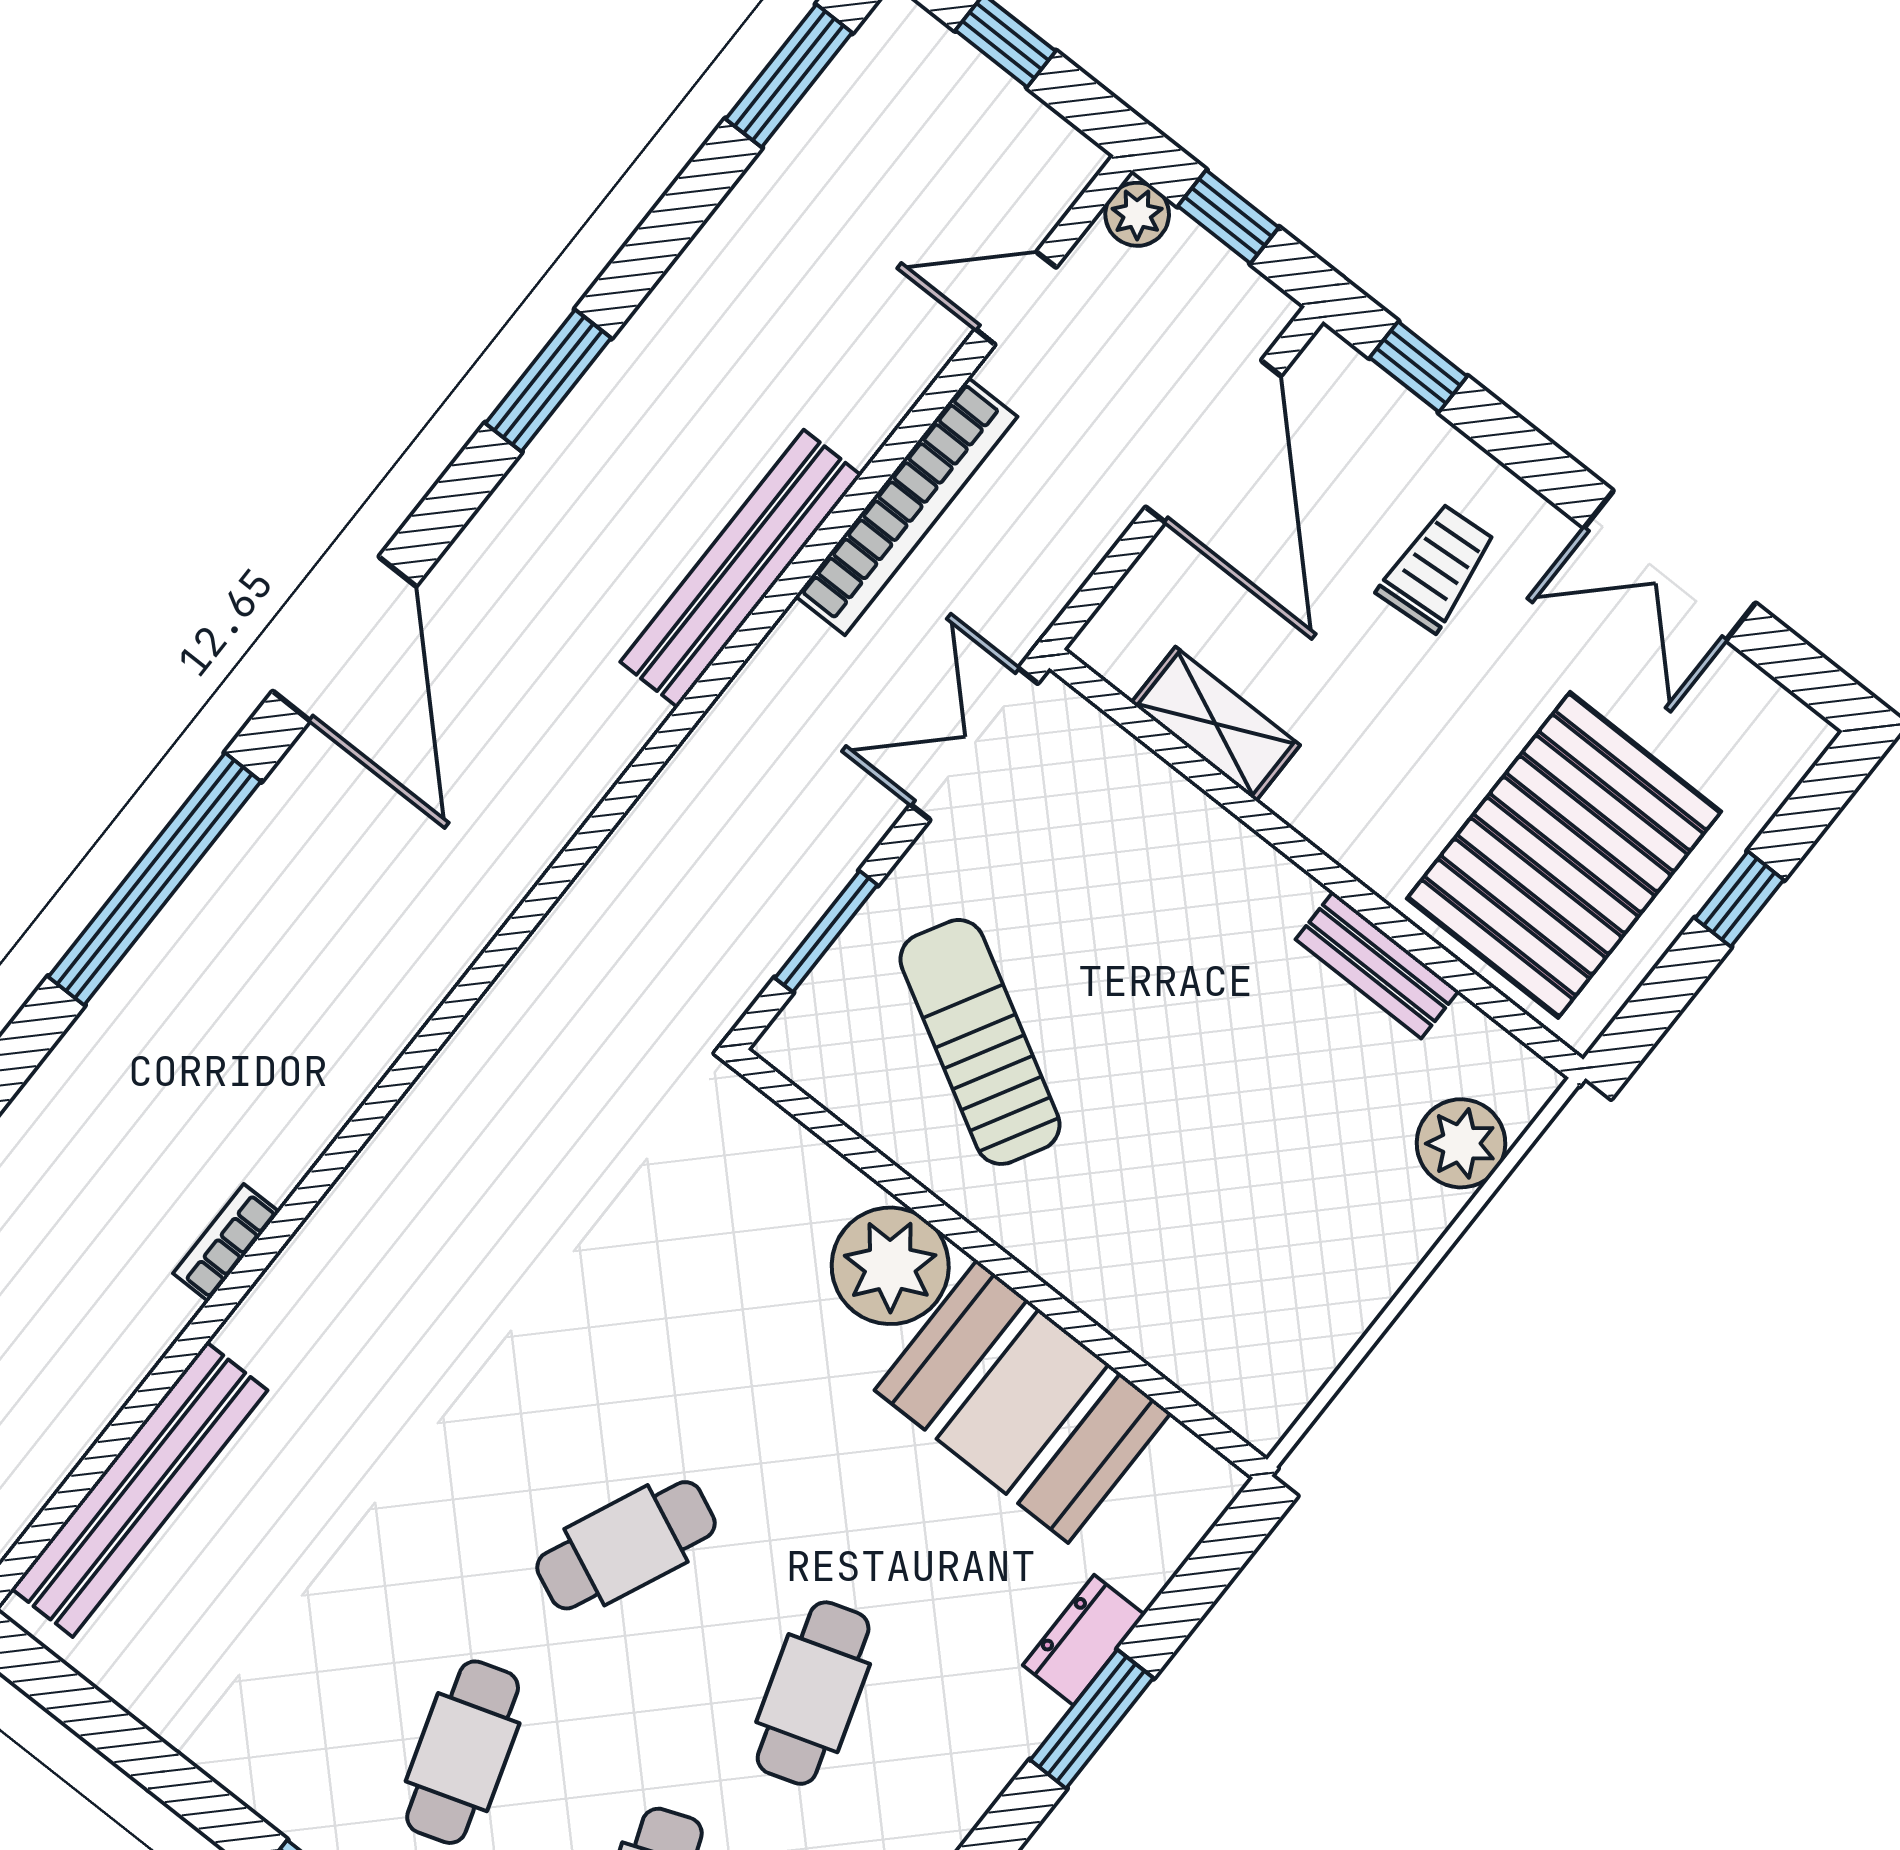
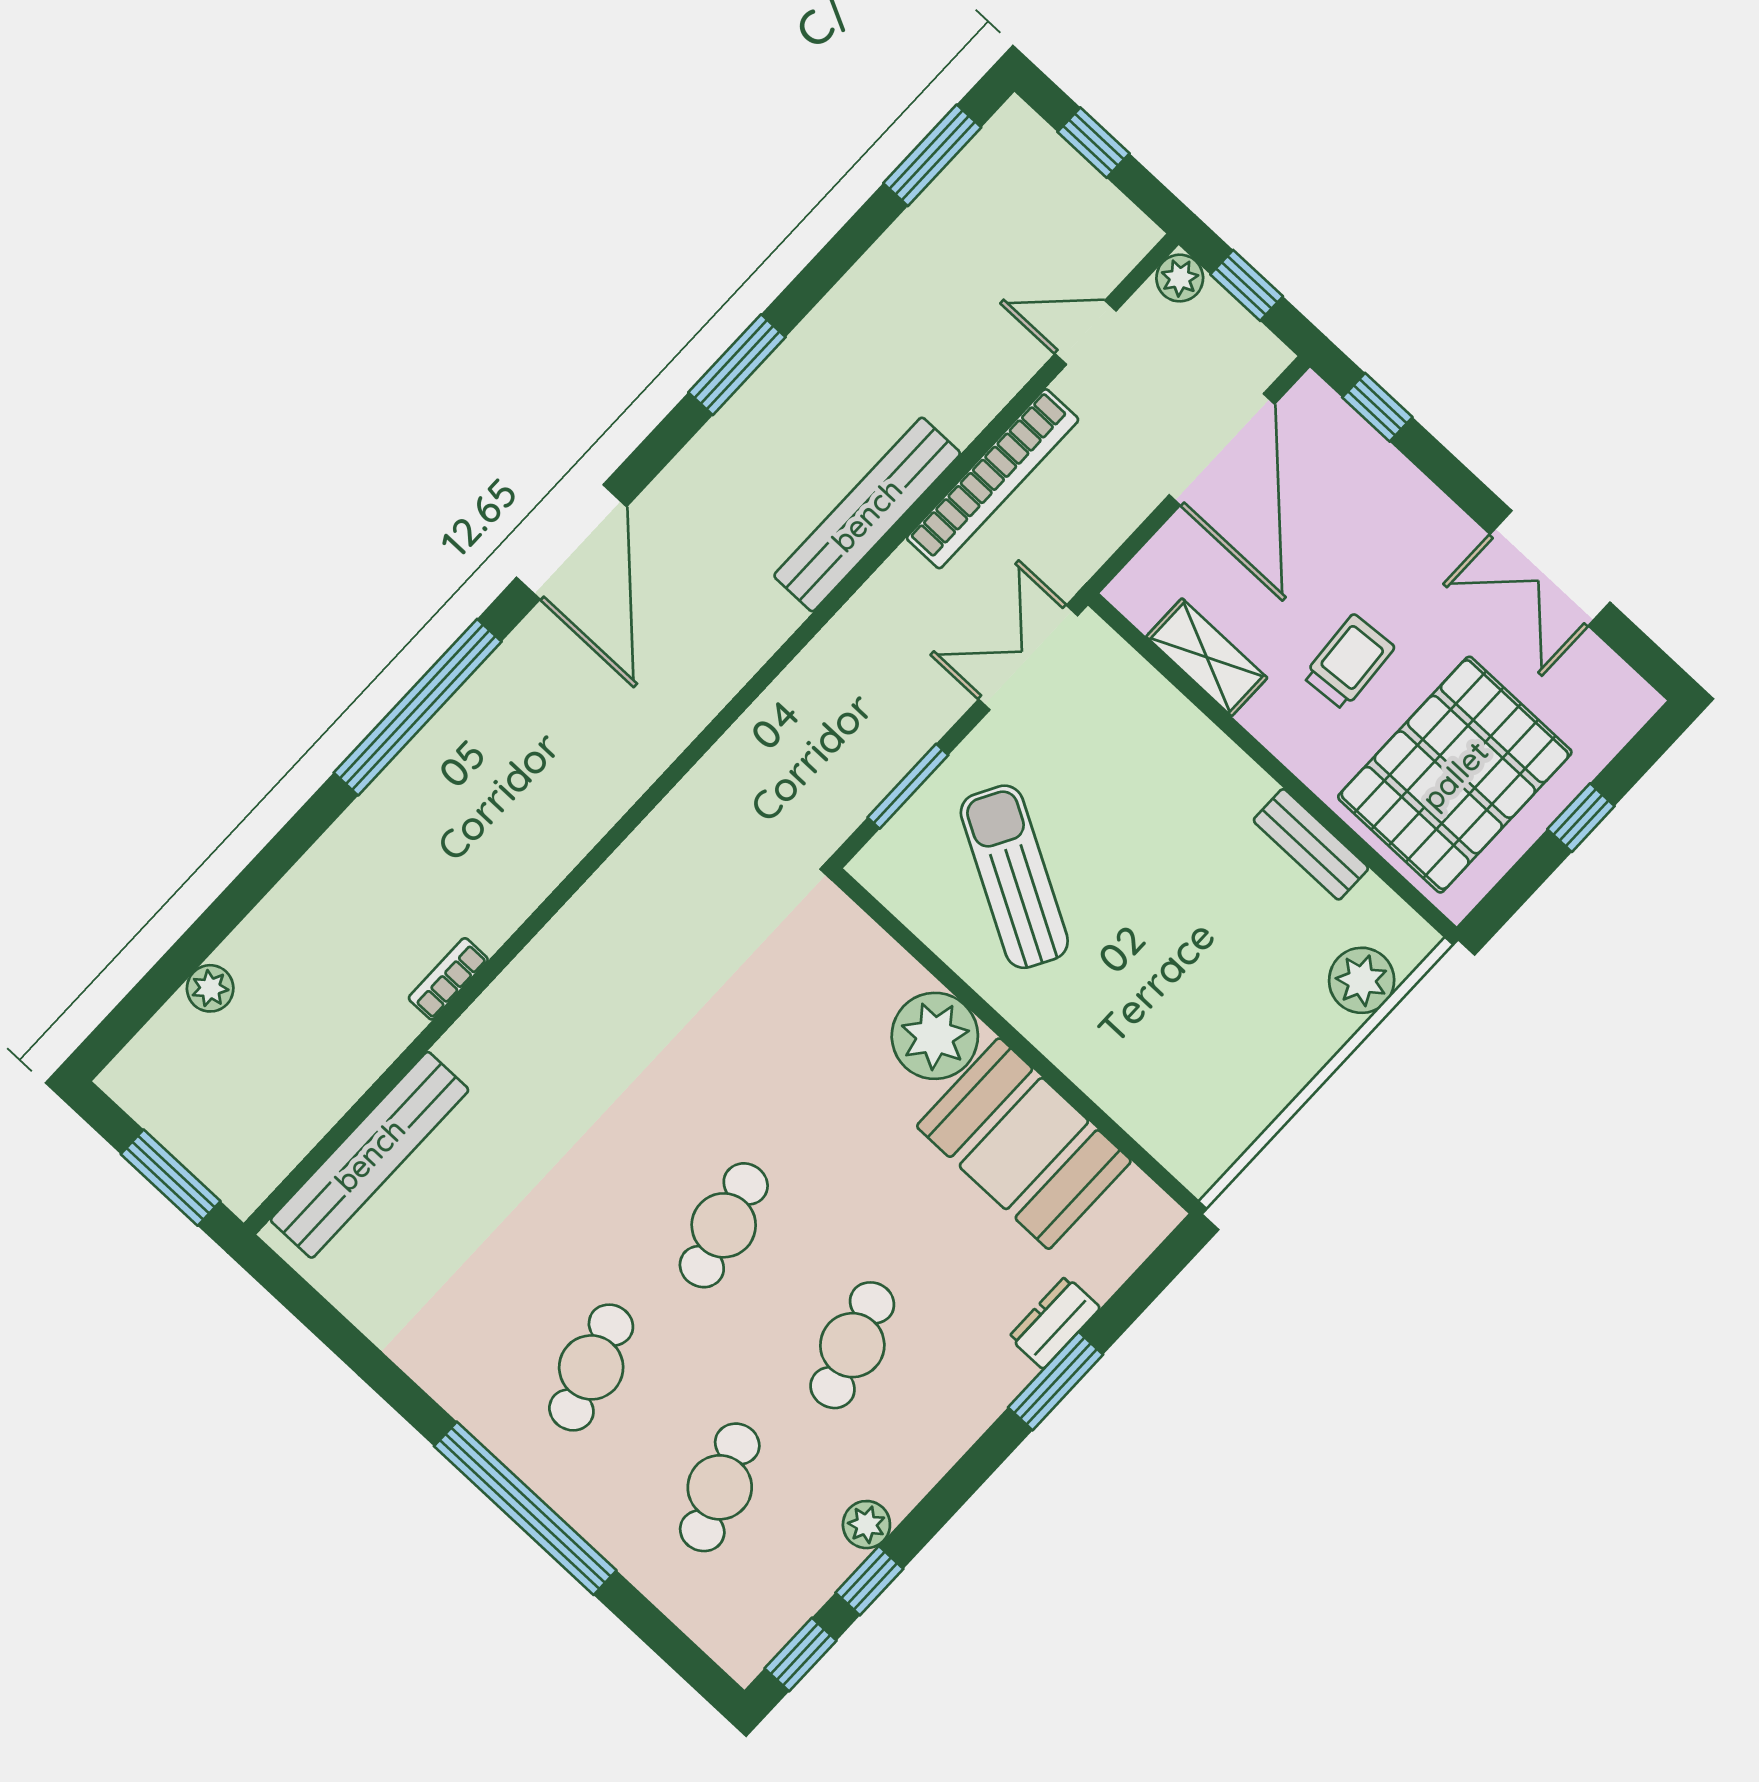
trolley: (1437, 567) -> (1349, 662), moved
cafe table: (626, 1545) -> (724, 1225), turned -39

